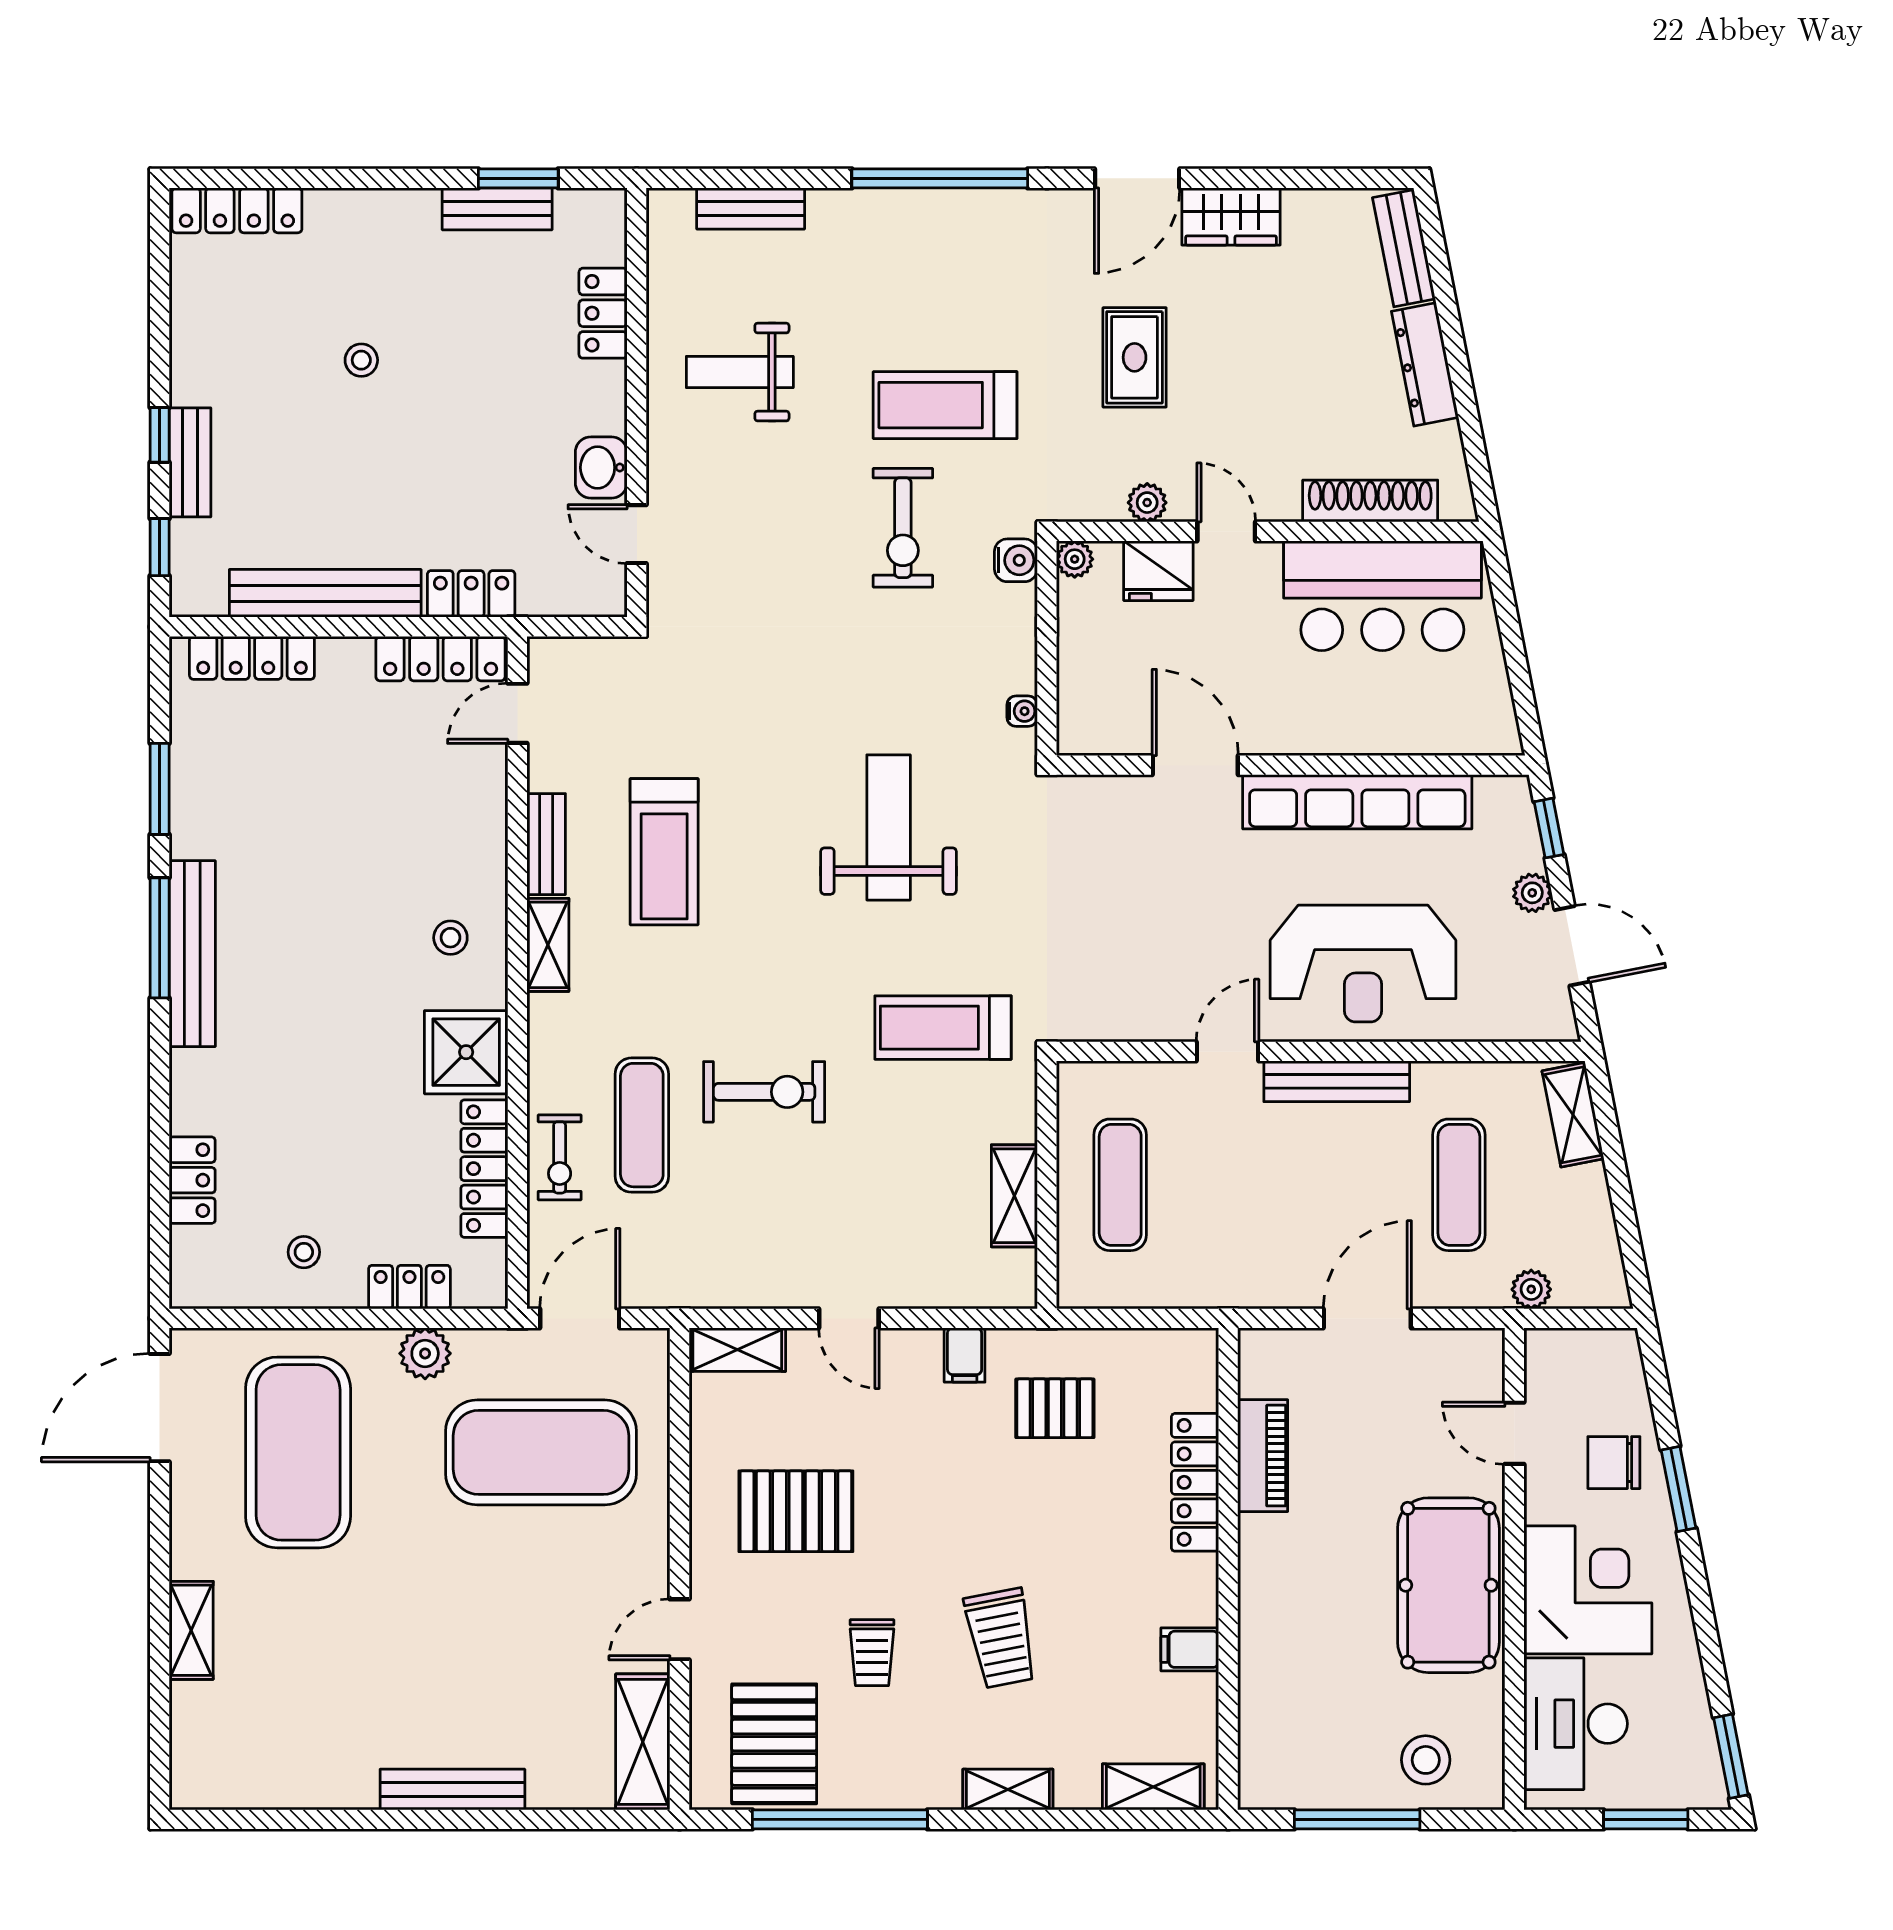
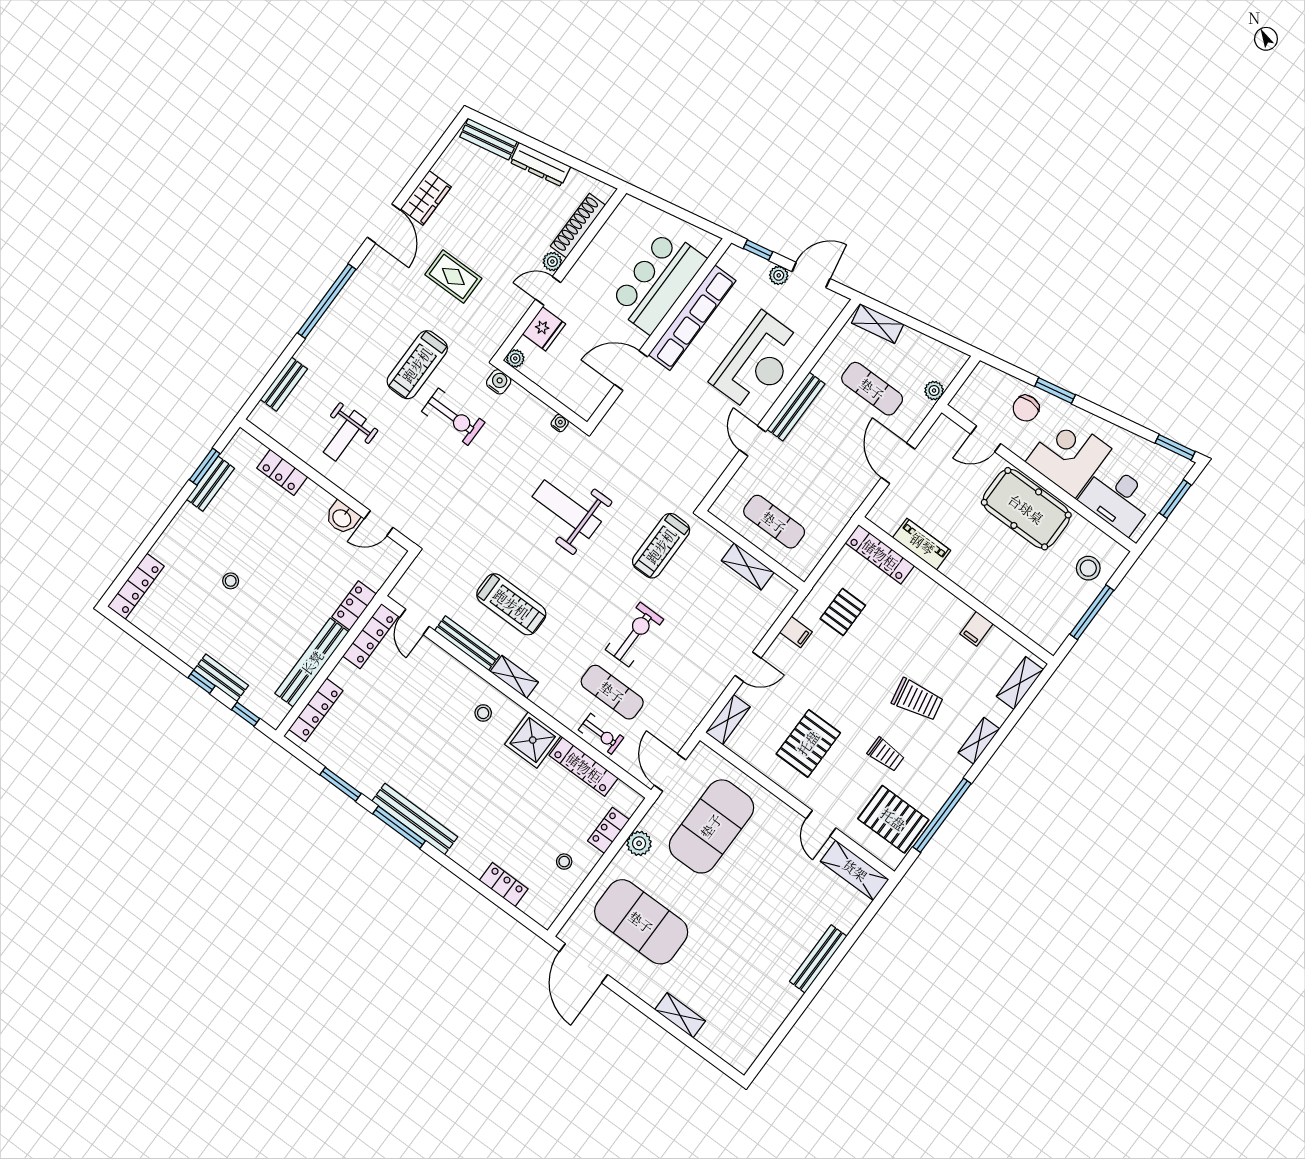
plant: (1147, 503) -> (552, 262), moved
bar counter: (1382, 596) -> (658, 281), moved, turned 180
bench: (546, 844) -> (467, 643), width x1.36
locker: (1195, 1482) -> (880, 554), moved

